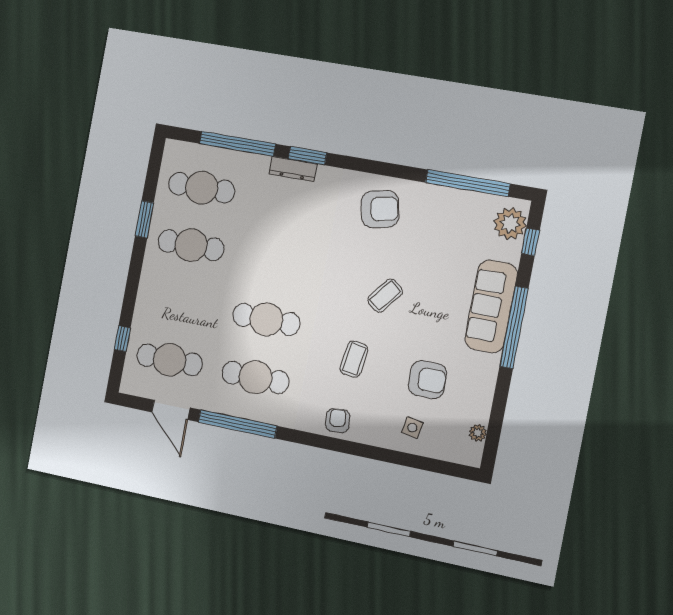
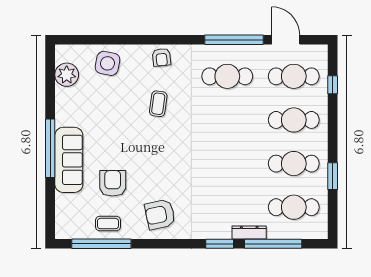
dresser: (293, 169) -> (249, 232), moved
plant: (510, 224) -> (67, 221), removed
window: (530, 242) -> (50, 210), removed
coffee table: (385, 296) -> (108, 224), moved, turned 52
cafe table: (266, 319) -> (294, 120), moved
armchair: (427, 380) -> (113, 183), moved, turned 90
side table: (412, 428) -> (107, 63), width x1.87, depth x1.87
plant: (478, 433) -> (67, 75), width x1.88, depth x1.88

